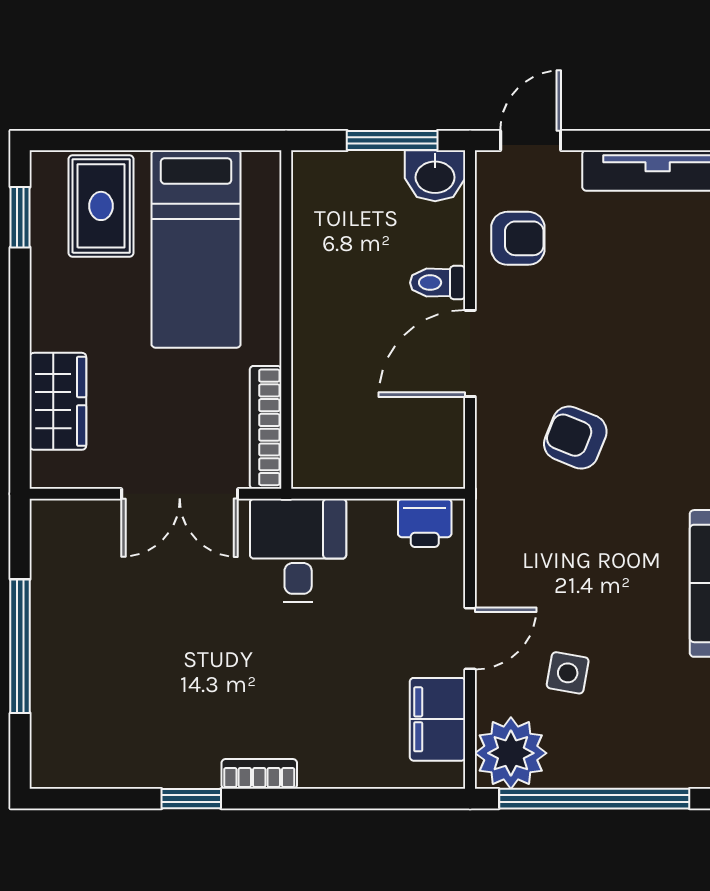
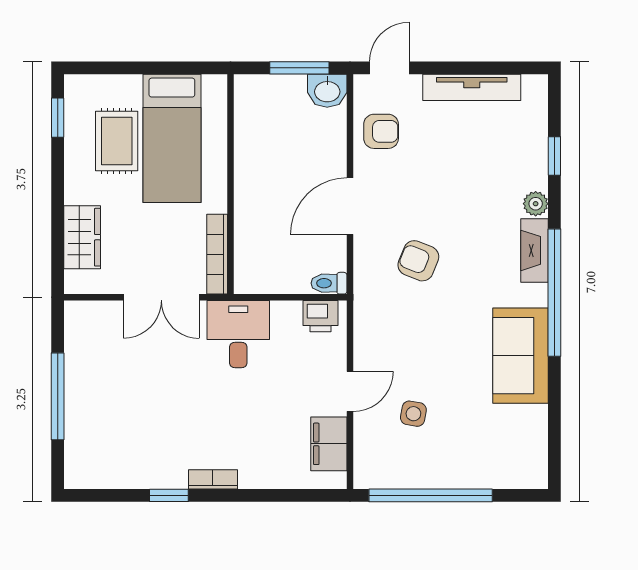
rug: (101, 206) -> (117, 141), moved
toilet: (438, 283) -> (329, 283), moved
plant: (511, 753) -> (376, 466), removed

